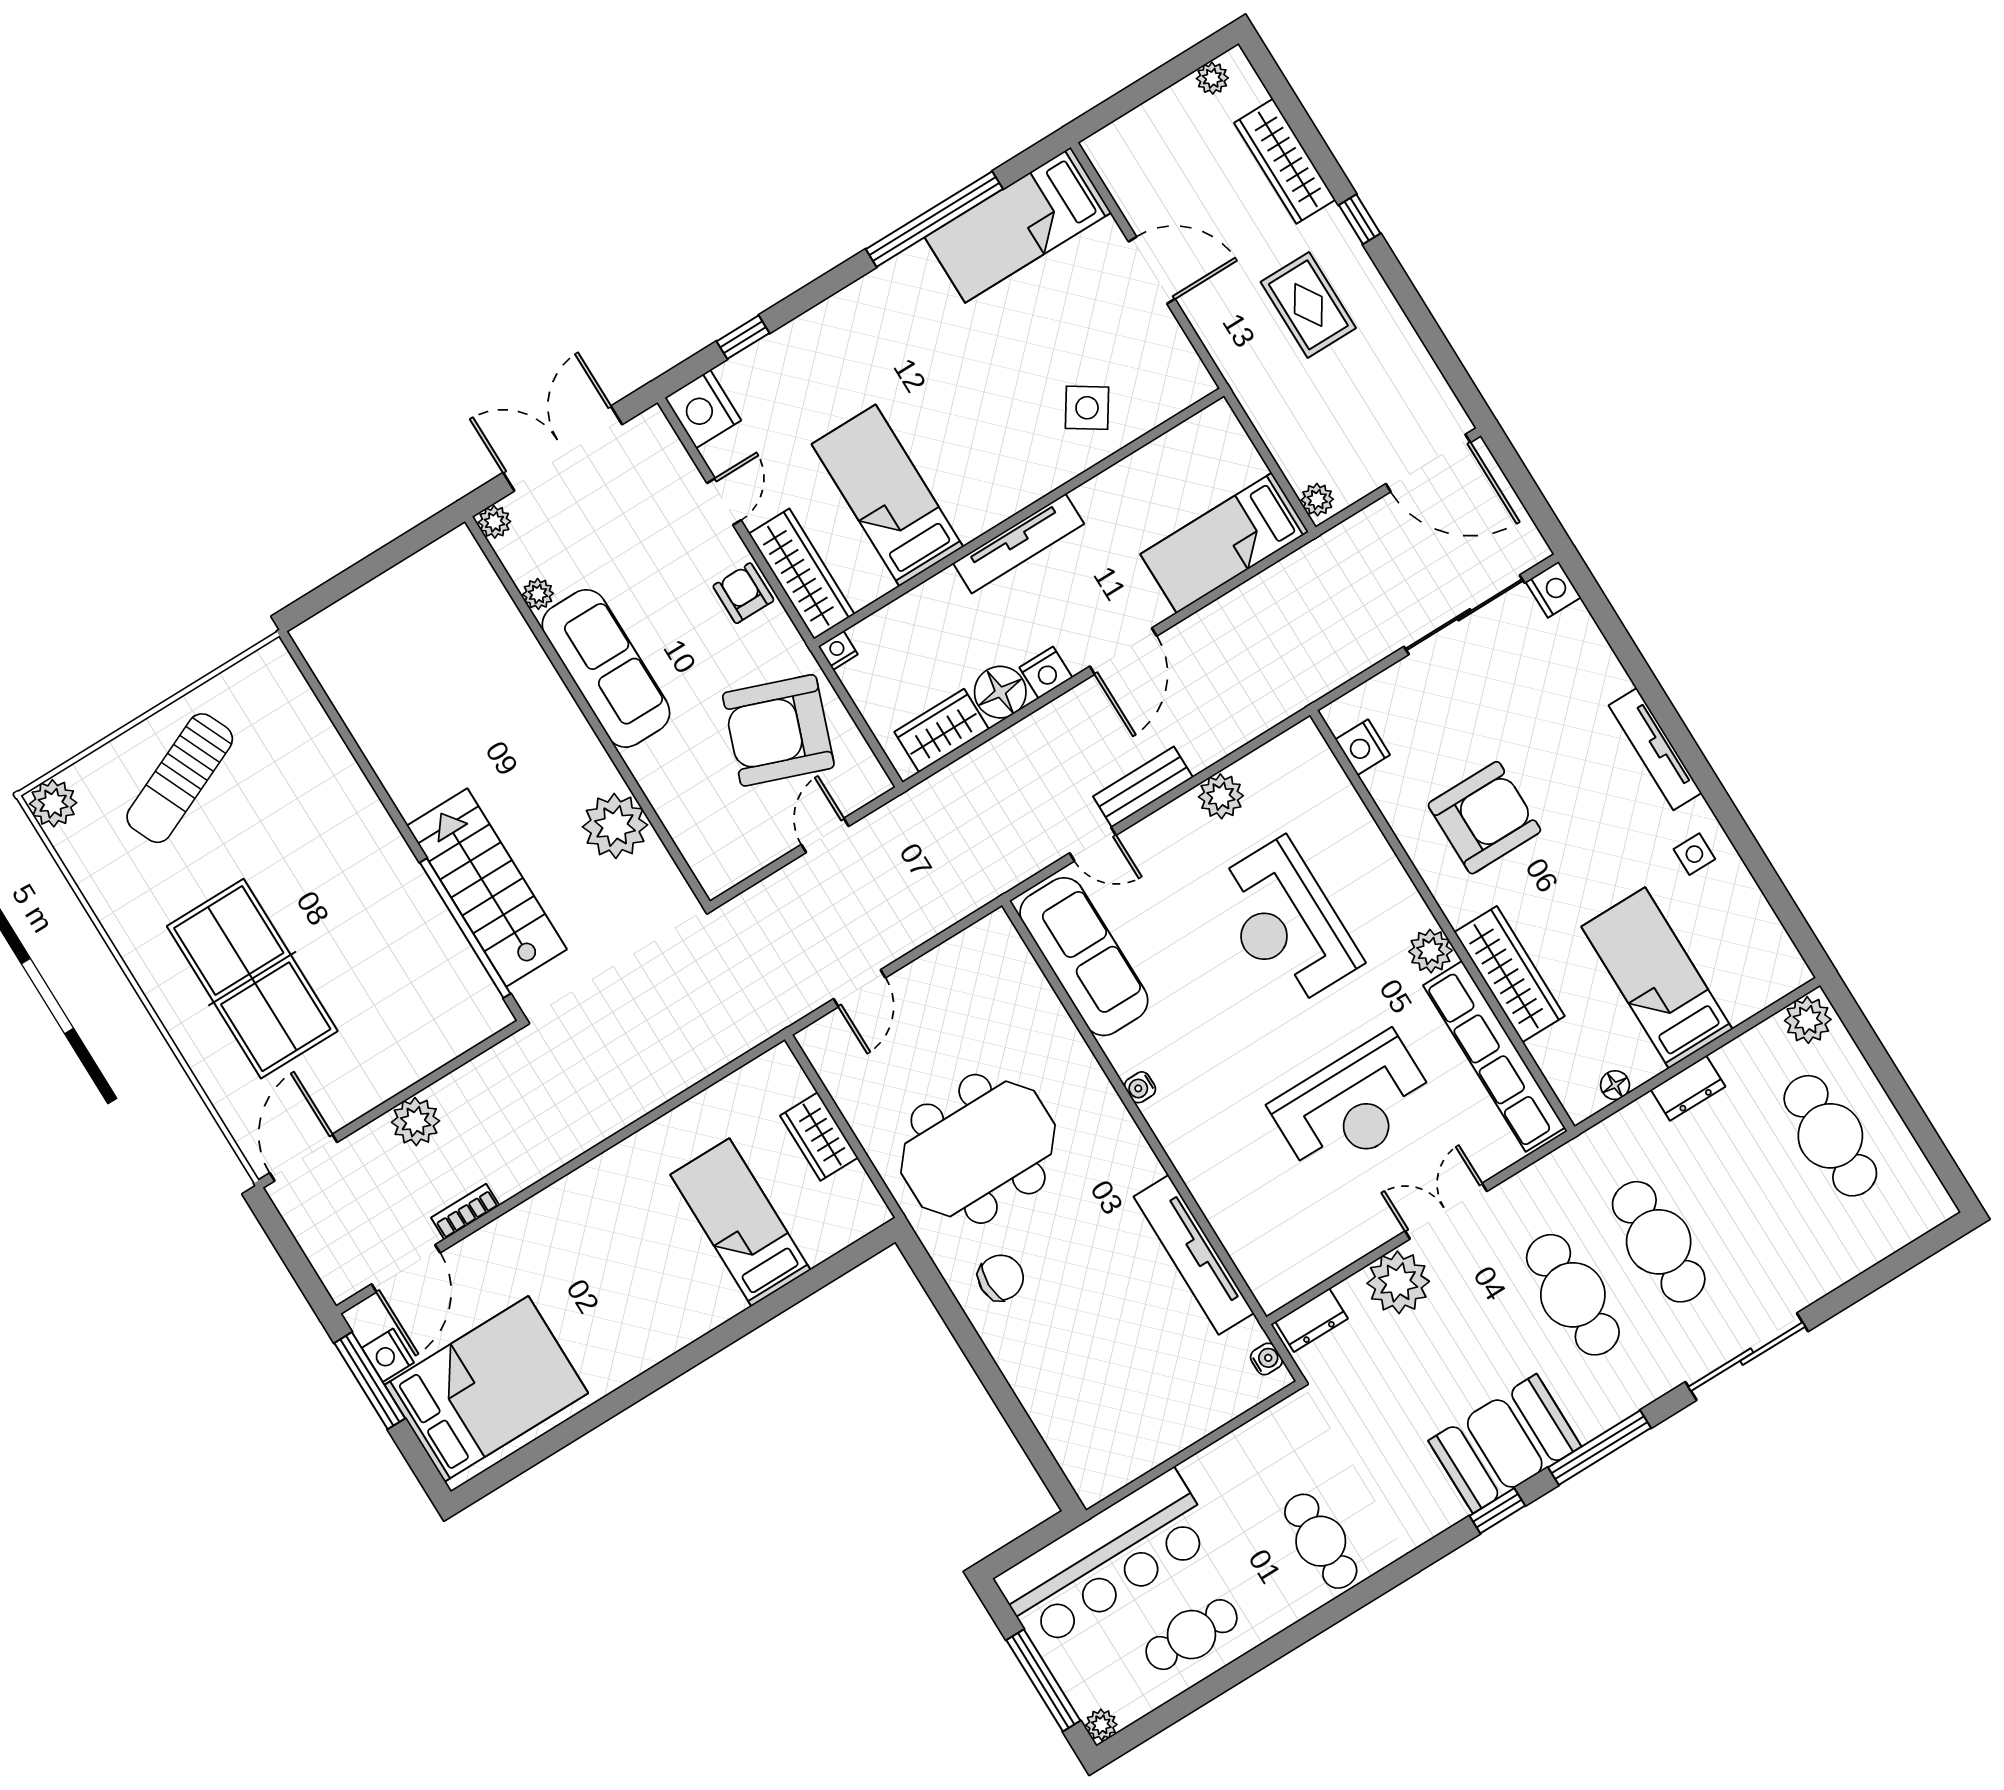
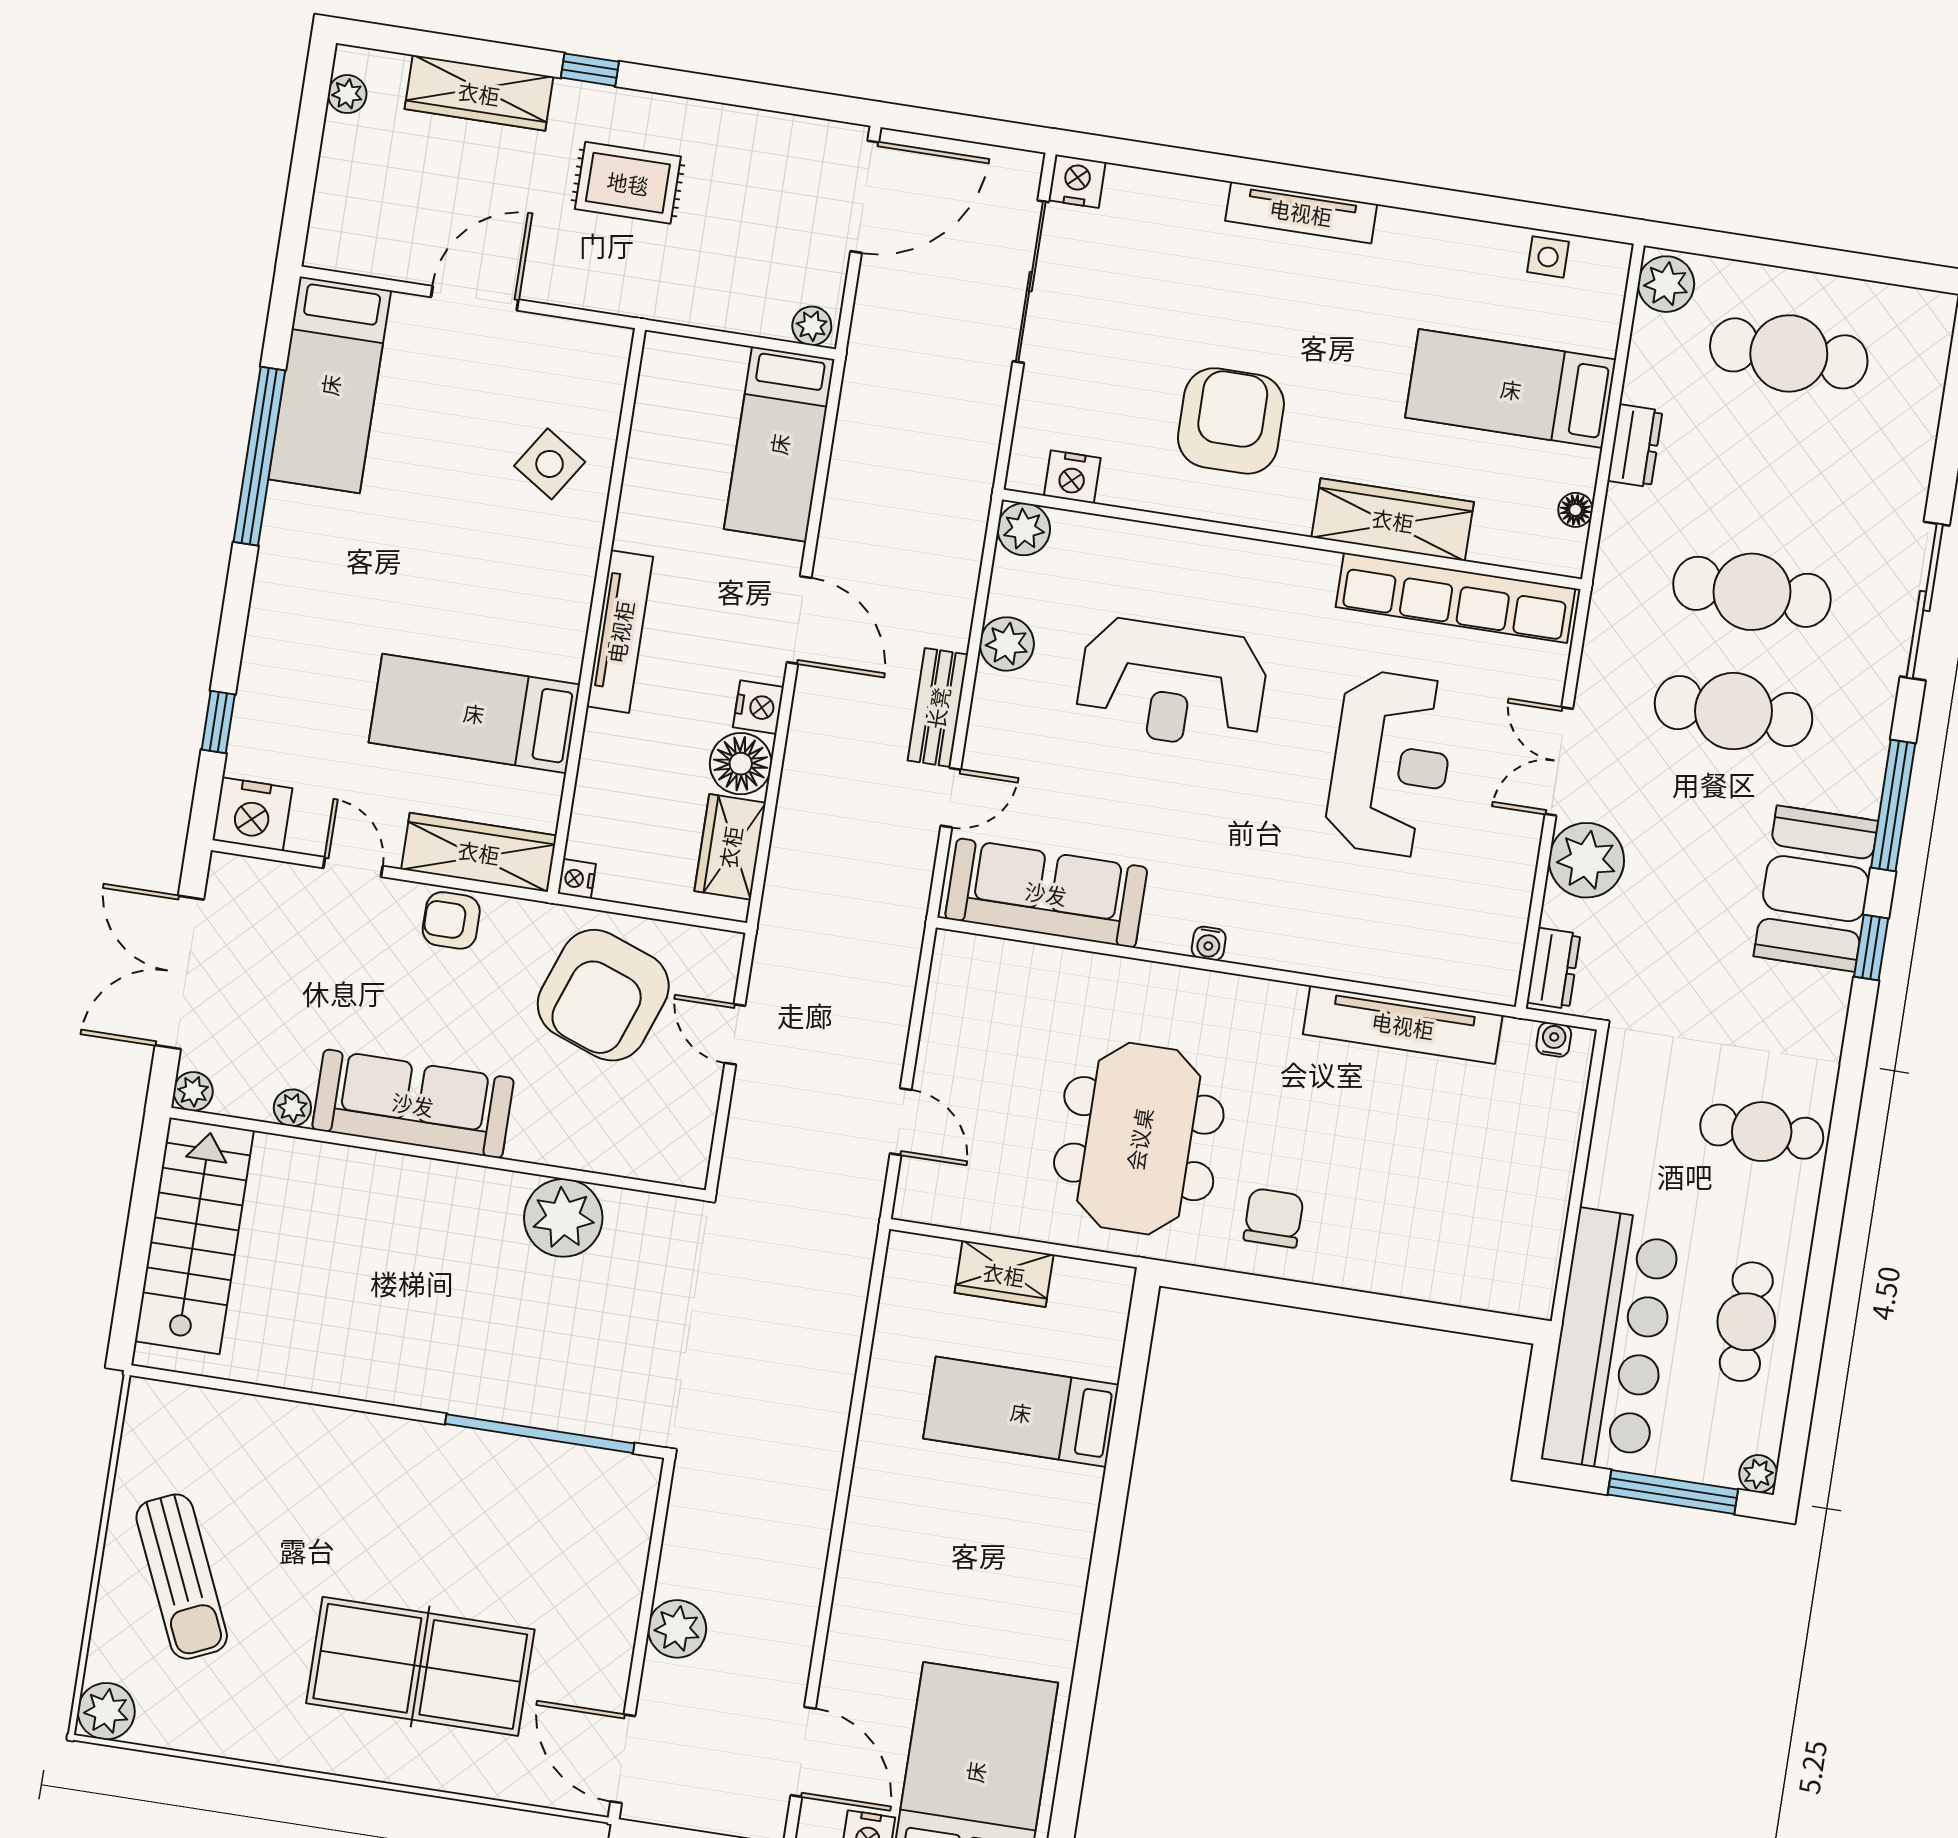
side table: (1694, 854) -> (1548, 257), moved
stairs: (487, 888) -> (194, 1236), moved, turned 90
plant: (1430, 951) -> (1024, 529), moved
bookcase: (465, 1212) -> (798, 1654), removed

